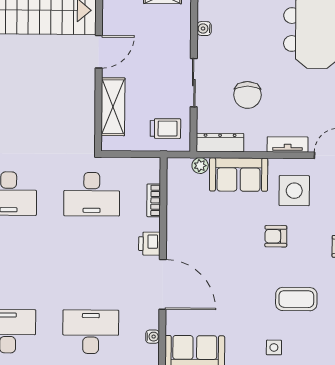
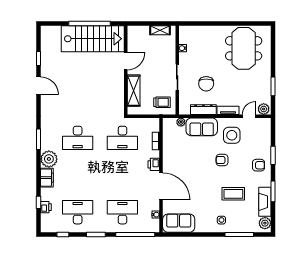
dresser: (220, 142) -> (203, 110), moved

